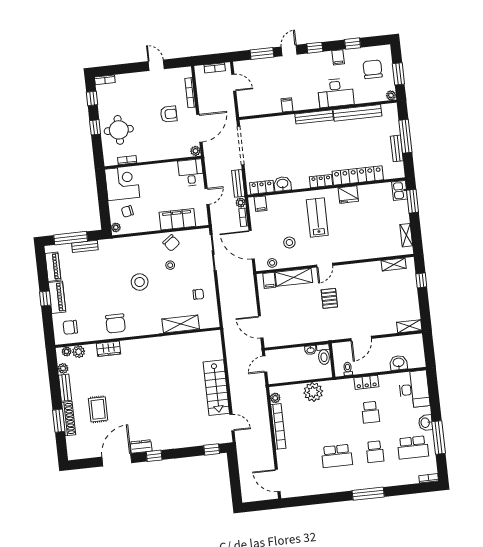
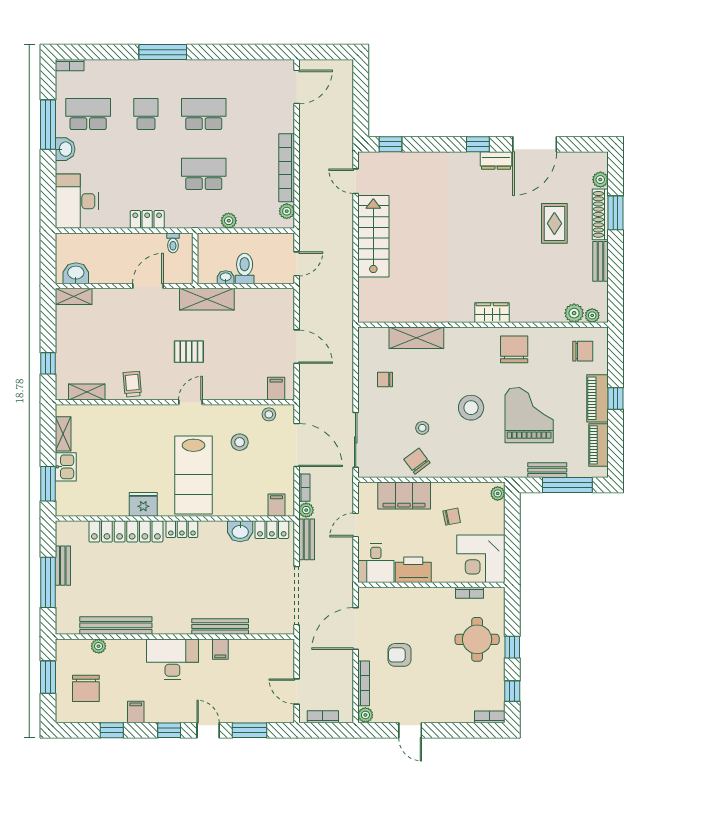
door: (289, 51) -> (208, 730), swing flipped
desk: (336, 93) -> (172, 659), moved
plant: (391, 95) -> (99, 646), moved
bench: (314, 117) -> (220, 626), moved
plant: (195, 151) -> (365, 715), moved
printer: (166, 171) -> (413, 570), added
kitchen sink: (400, 191) -> (66, 467), moved
chair: (127, 211) -> (452, 517), moved
lab bench: (317, 218) -> (193, 475), width x1.36, depth x1.39
trolley: (364, 273) -> (132, 384), added
shelving: (294, 277) -> (207, 299), moved
grand piano: (101, 281) -> (529, 415), added
pallet: (329, 298) -> (189, 352), turned 90
door: (261, 327) -> (297, 347), moved
wardrobe: (108, 349) -> (492, 313), moved
toilet: (324, 354) -> (245, 268), moved
washbasin: (399, 363) -> (76, 273), moved, turned 180
plant: (63, 368) -> (600, 180), moved
plant: (313, 392) -> (229, 221), width x0.53, depth x0.53
school desk: (371, 412) -> (204, 174), moved, width x1.85
door: (278, 480) -> (297, 87), hinge flipped

